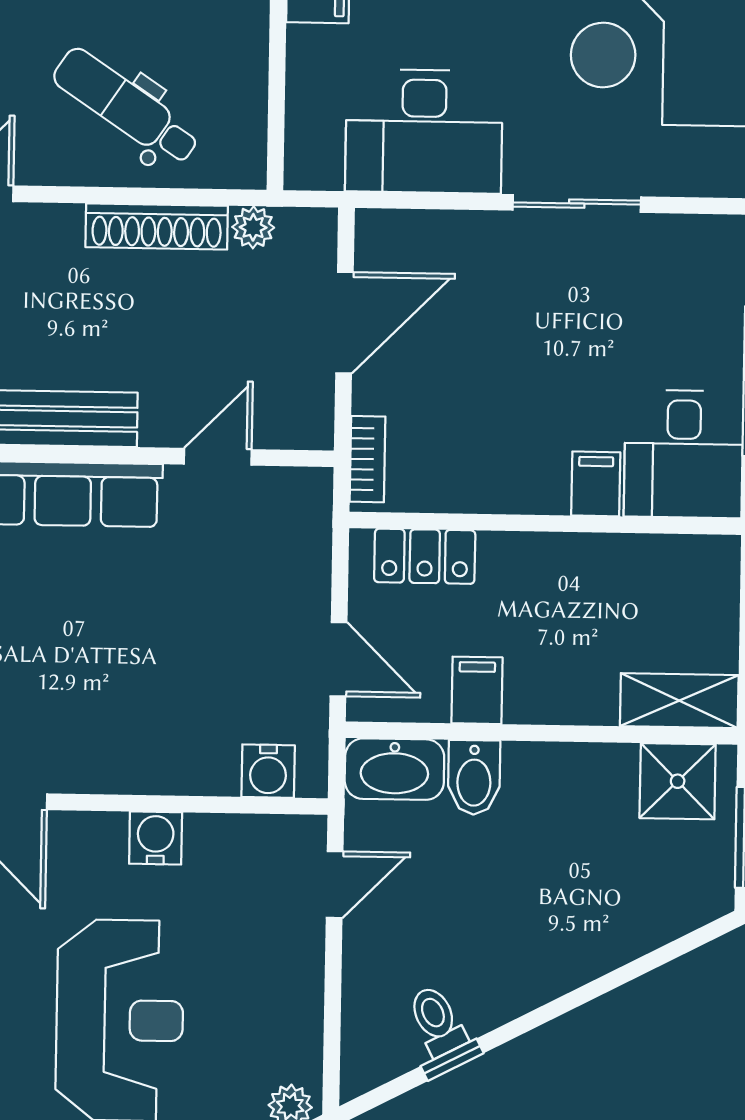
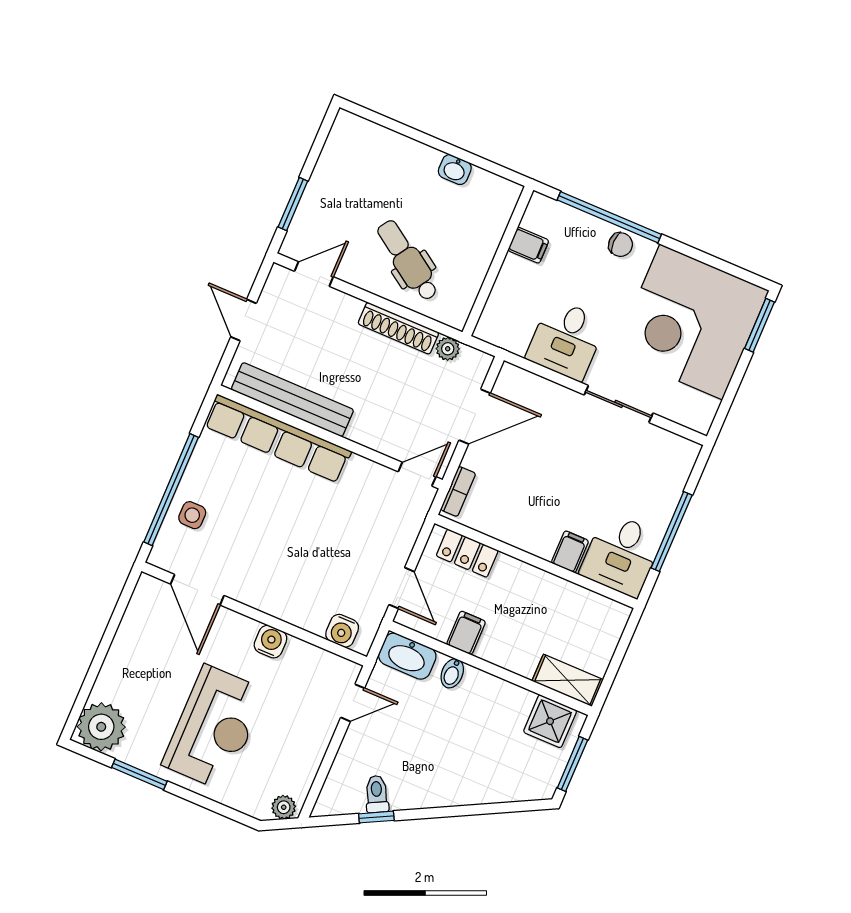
desk: (424, 131) -> (566, 340), width x0.73
door: (218, 457) -> (417, 474), moved
bidet: (474, 777) -> (452, 673), width x0.72, depth x0.74

